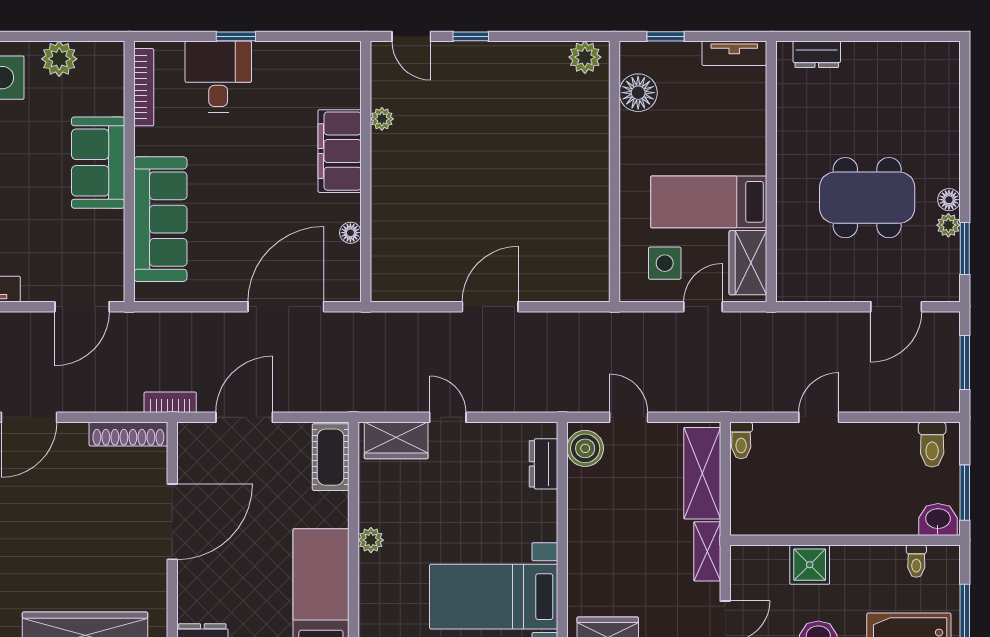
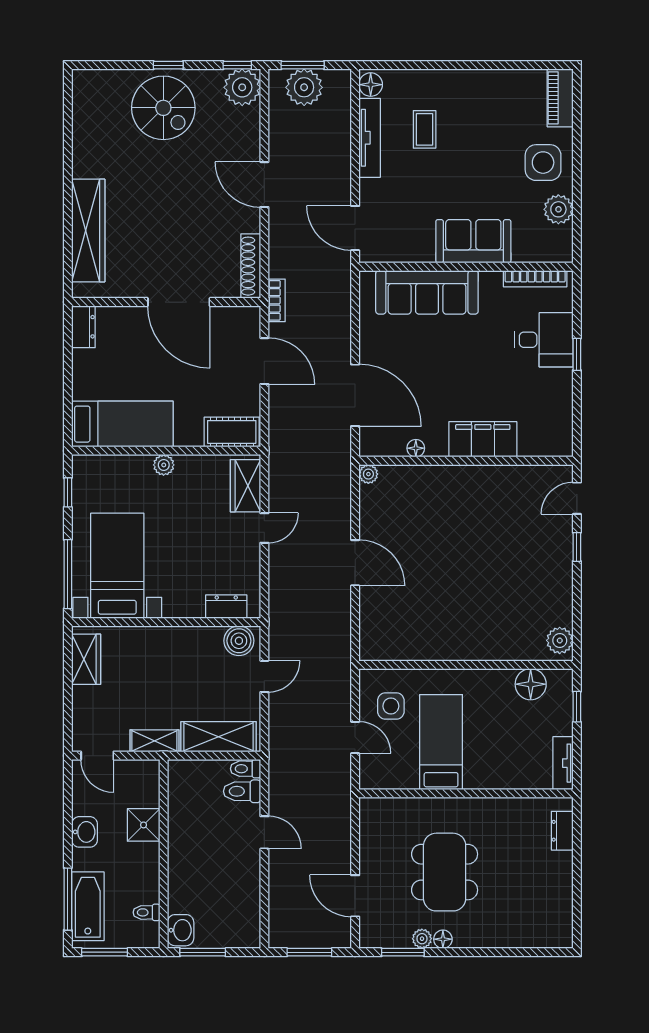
plant: (382, 119) -> (368, 474), moved
wardrobe: (748, 263) -> (391, 774), removed
toilet: (932, 445) -> (242, 791), moved

